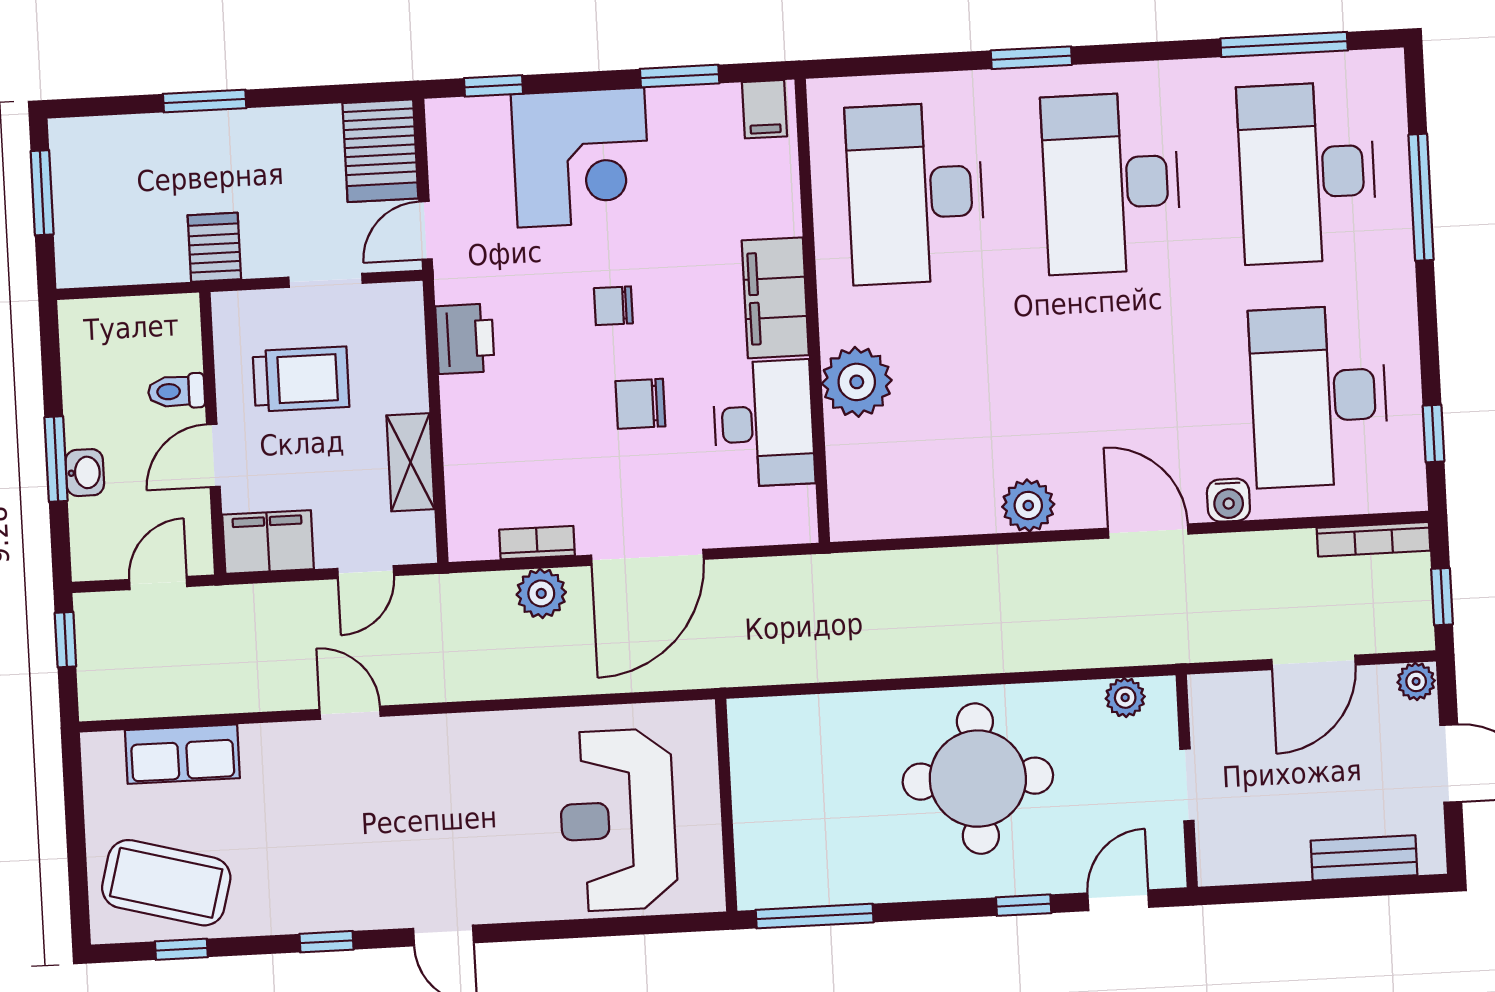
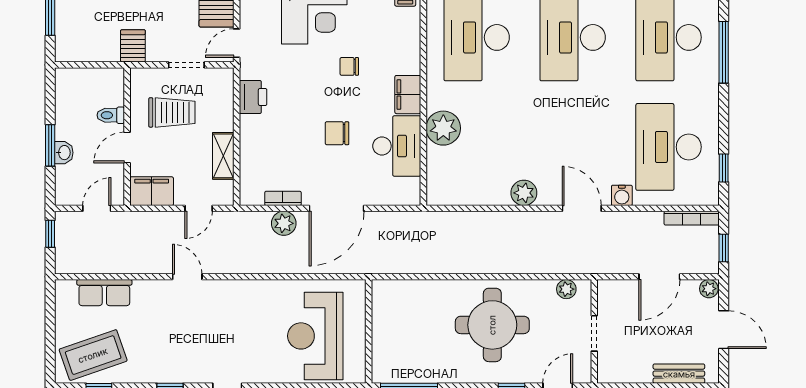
filing cabinet: (775, 298) -> (408, 95), width x0.67, depth x0.86
chair: (613, 306) -> (349, 66), moved
coffee table: (166, 883) -> (93, 355), turned -34

